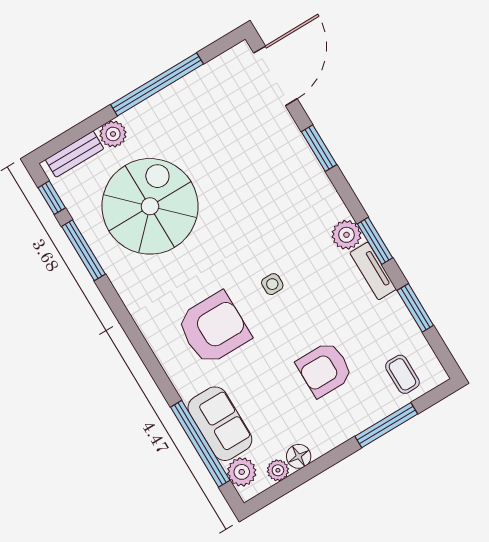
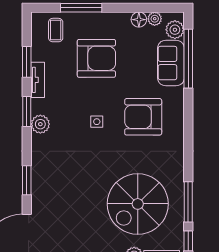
tv unit: (373, 271) -> (38, 80), moved
armchair: (324, 369) -> (96, 58), width x1.36, depth x1.36

